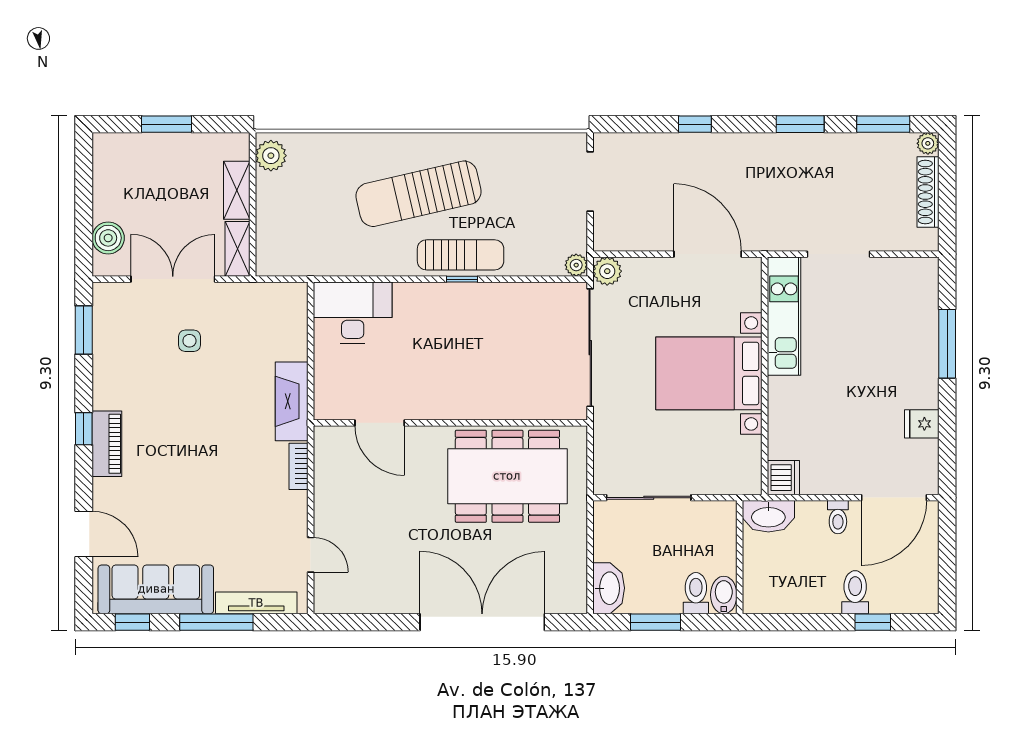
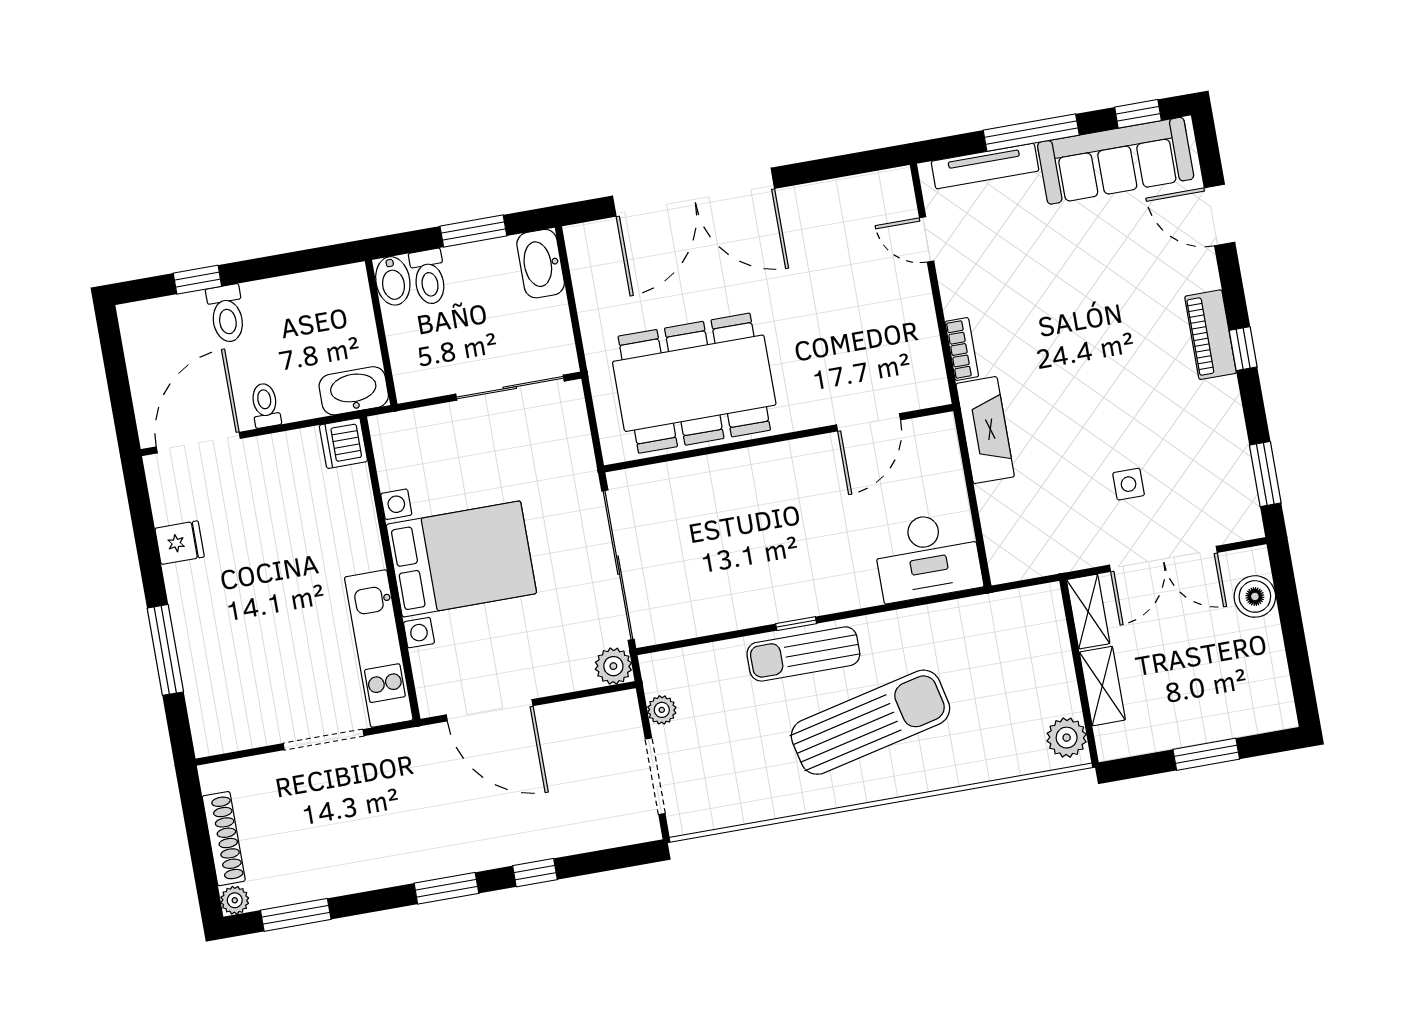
window: (800, 124) -> (446, 888), moved
plant: (576, 265) -> (662, 710), moved
door: (380, 423) -> (869, 422), swing flipped

